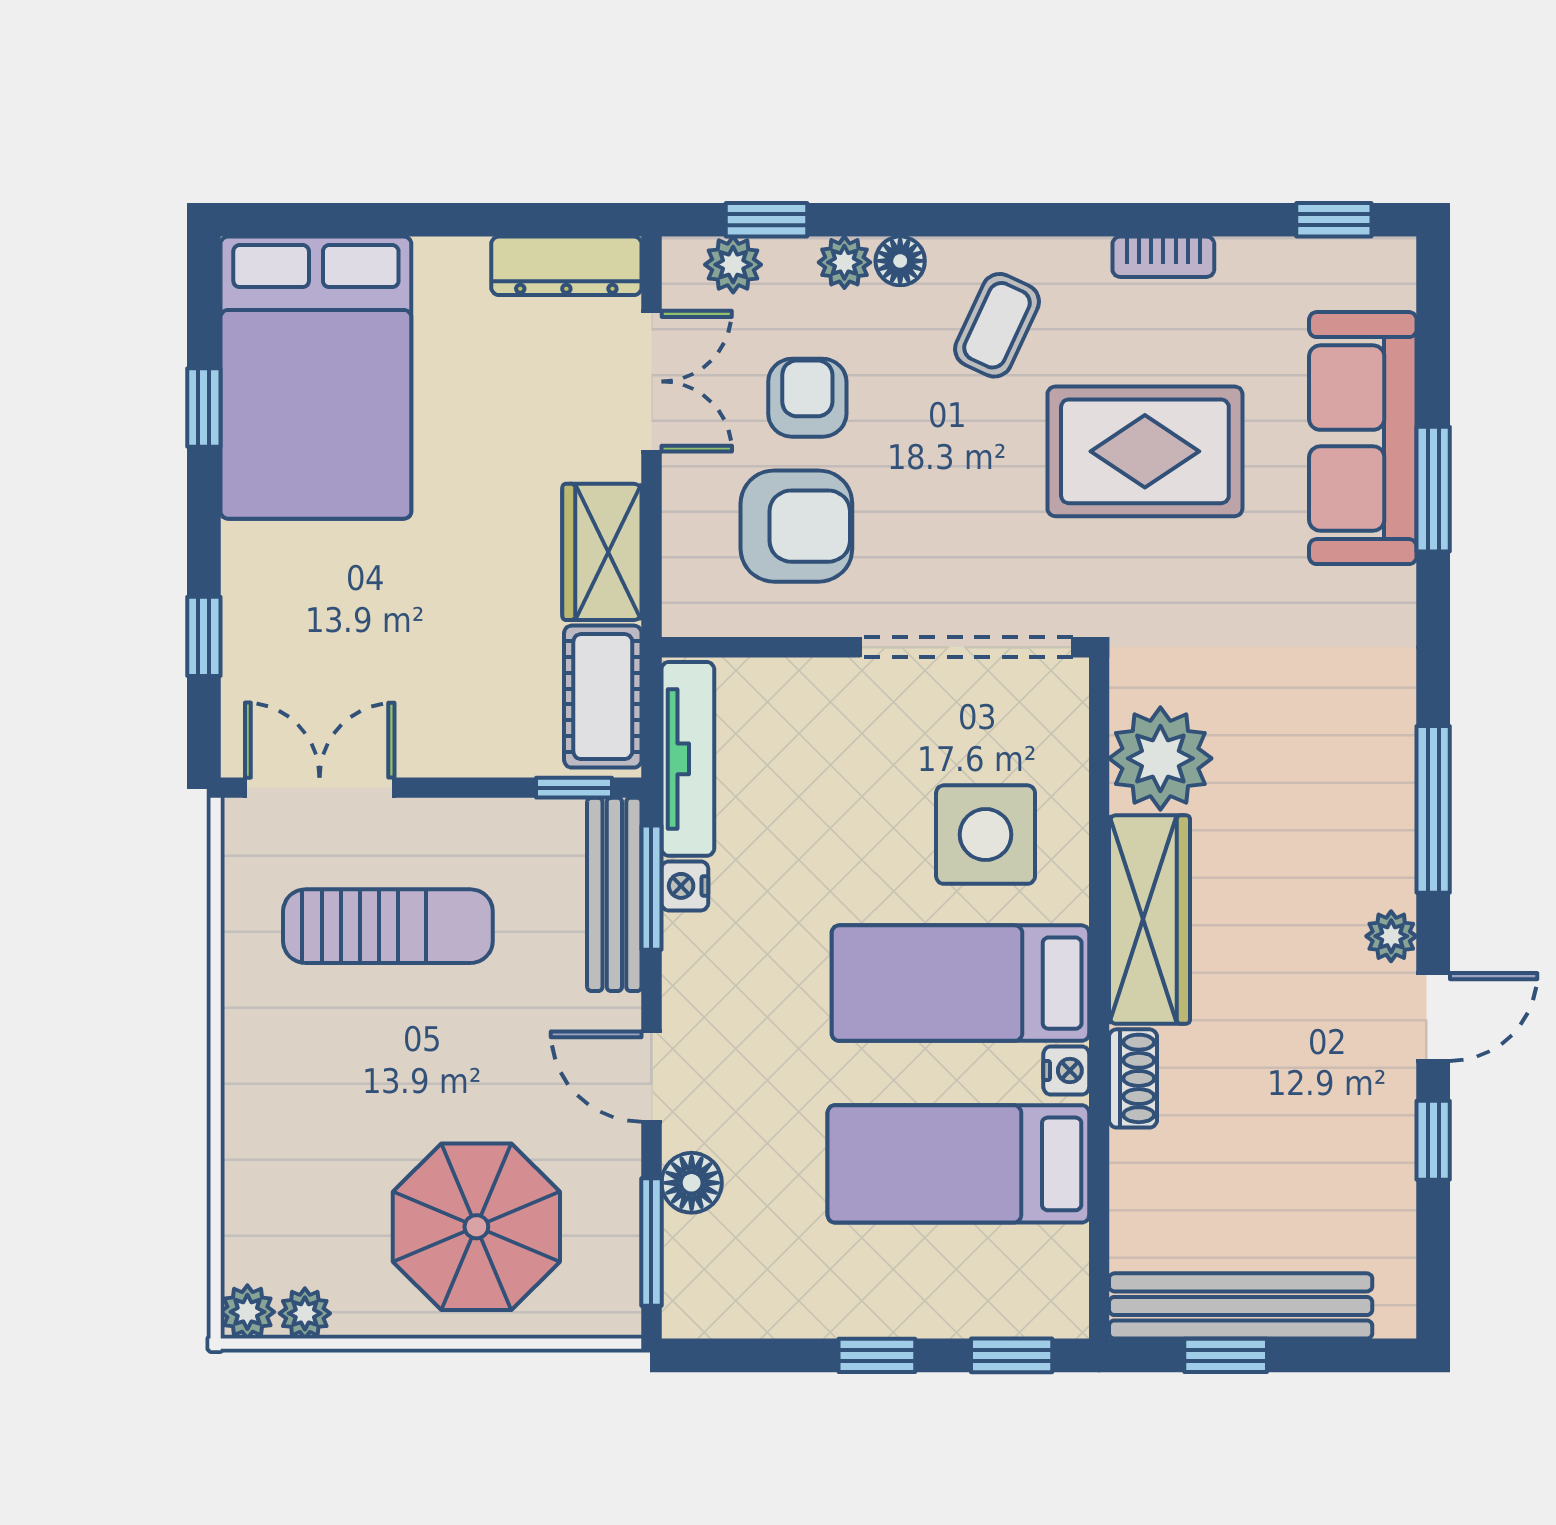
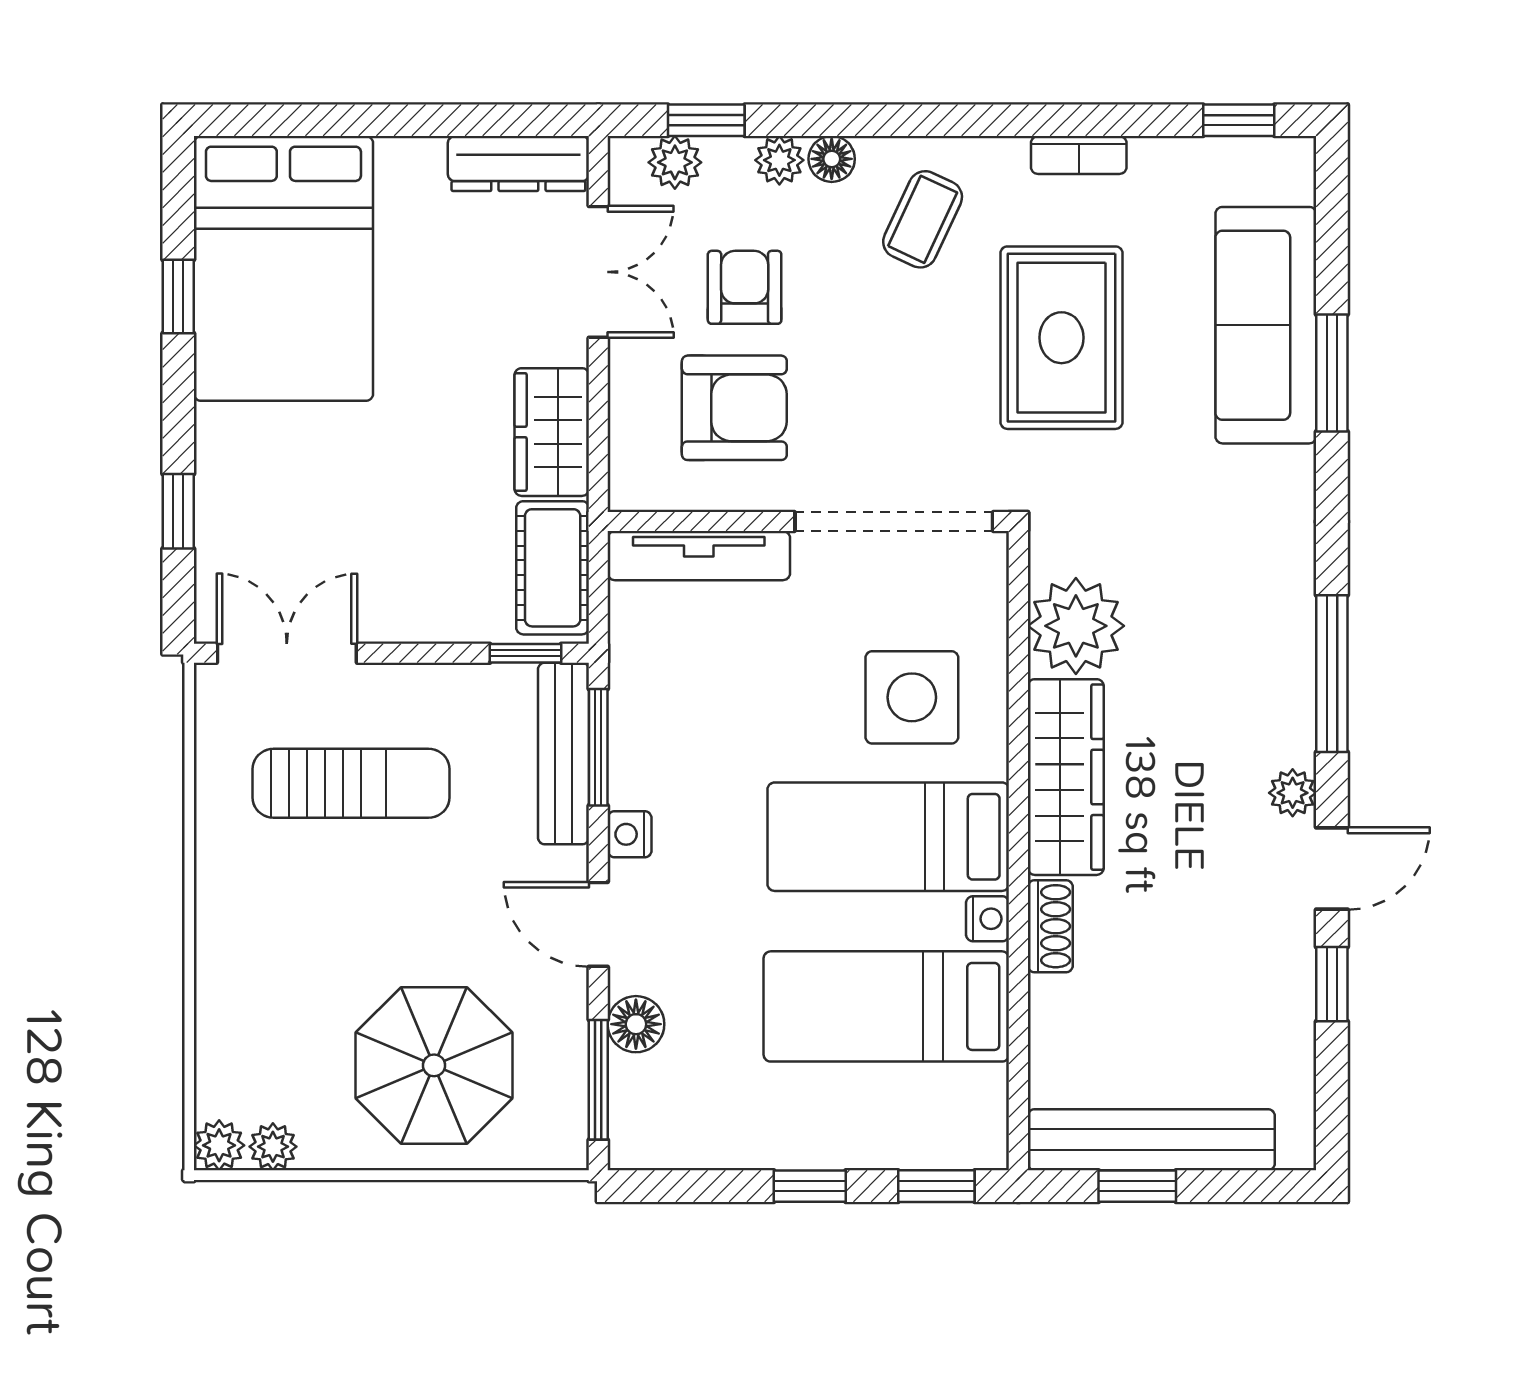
rug: (1145, 451) -> (1061, 338), turned 90
tv unit: (688, 759) -> (699, 556), moved, turned 90
nightstand: (685, 886) -> (630, 834), moved

